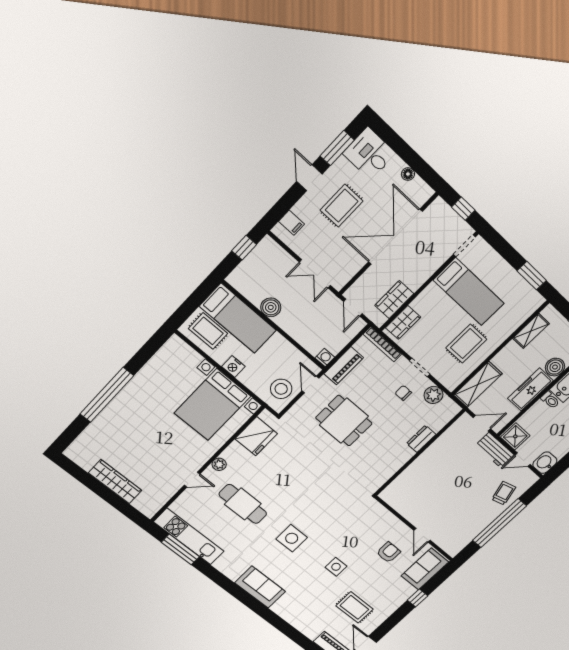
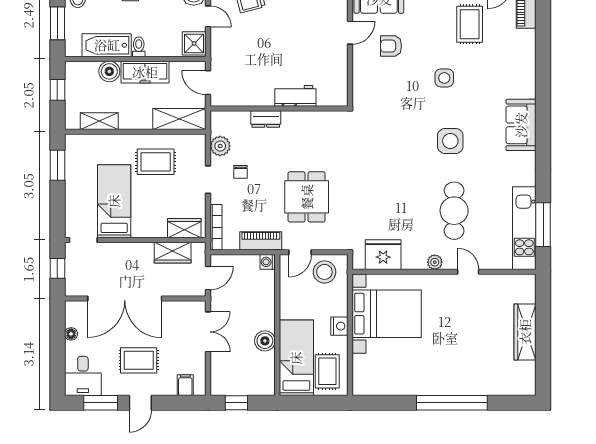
workbench: (495, 450) -> (295, 96), moved, turned -90

